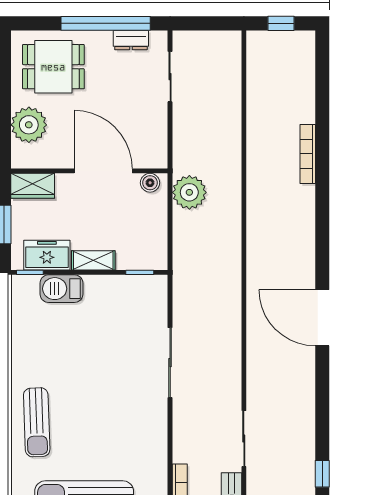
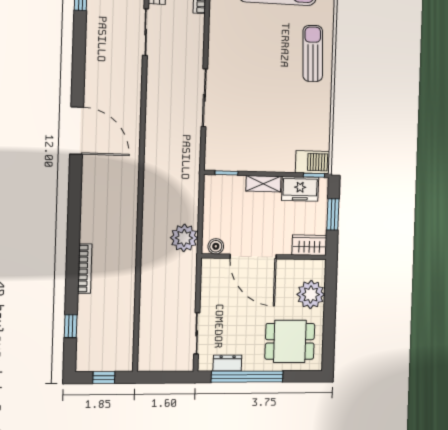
window: (322, 85) -> (71, 326), added
barbecue: (61, 289) -> (313, 162), moved

